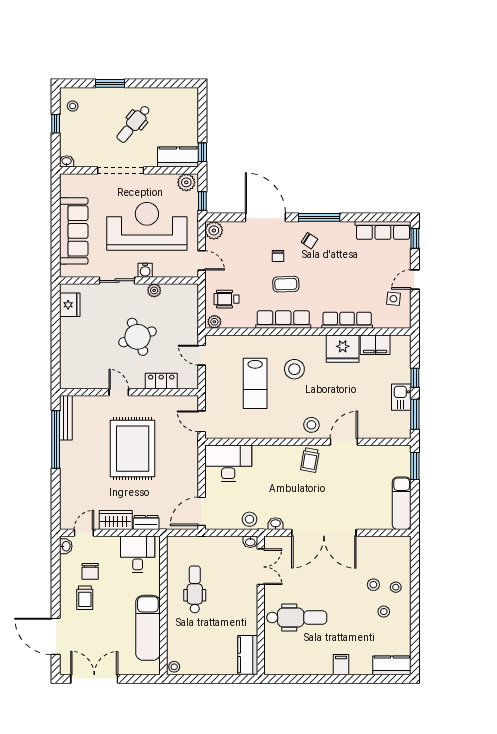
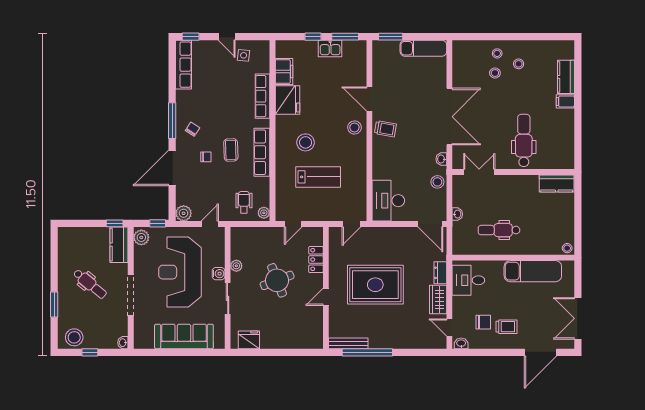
stool: (73, 106) -> (74, 337), width x1.89, depth x1.89
wheelchair: (226, 299) -> (244, 202), turned 180
washbasin: (250, 542) -> (457, 214), moved
kitchen counter: (392, 665) -> (566, 77), moved

